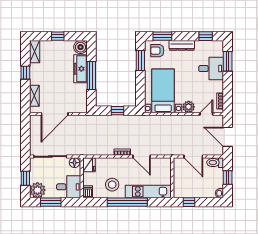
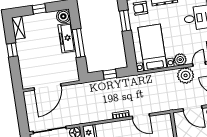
shelving: (34, 96) -> (25, 72), removed
plant: (191, 123) -> (186, 75), added

